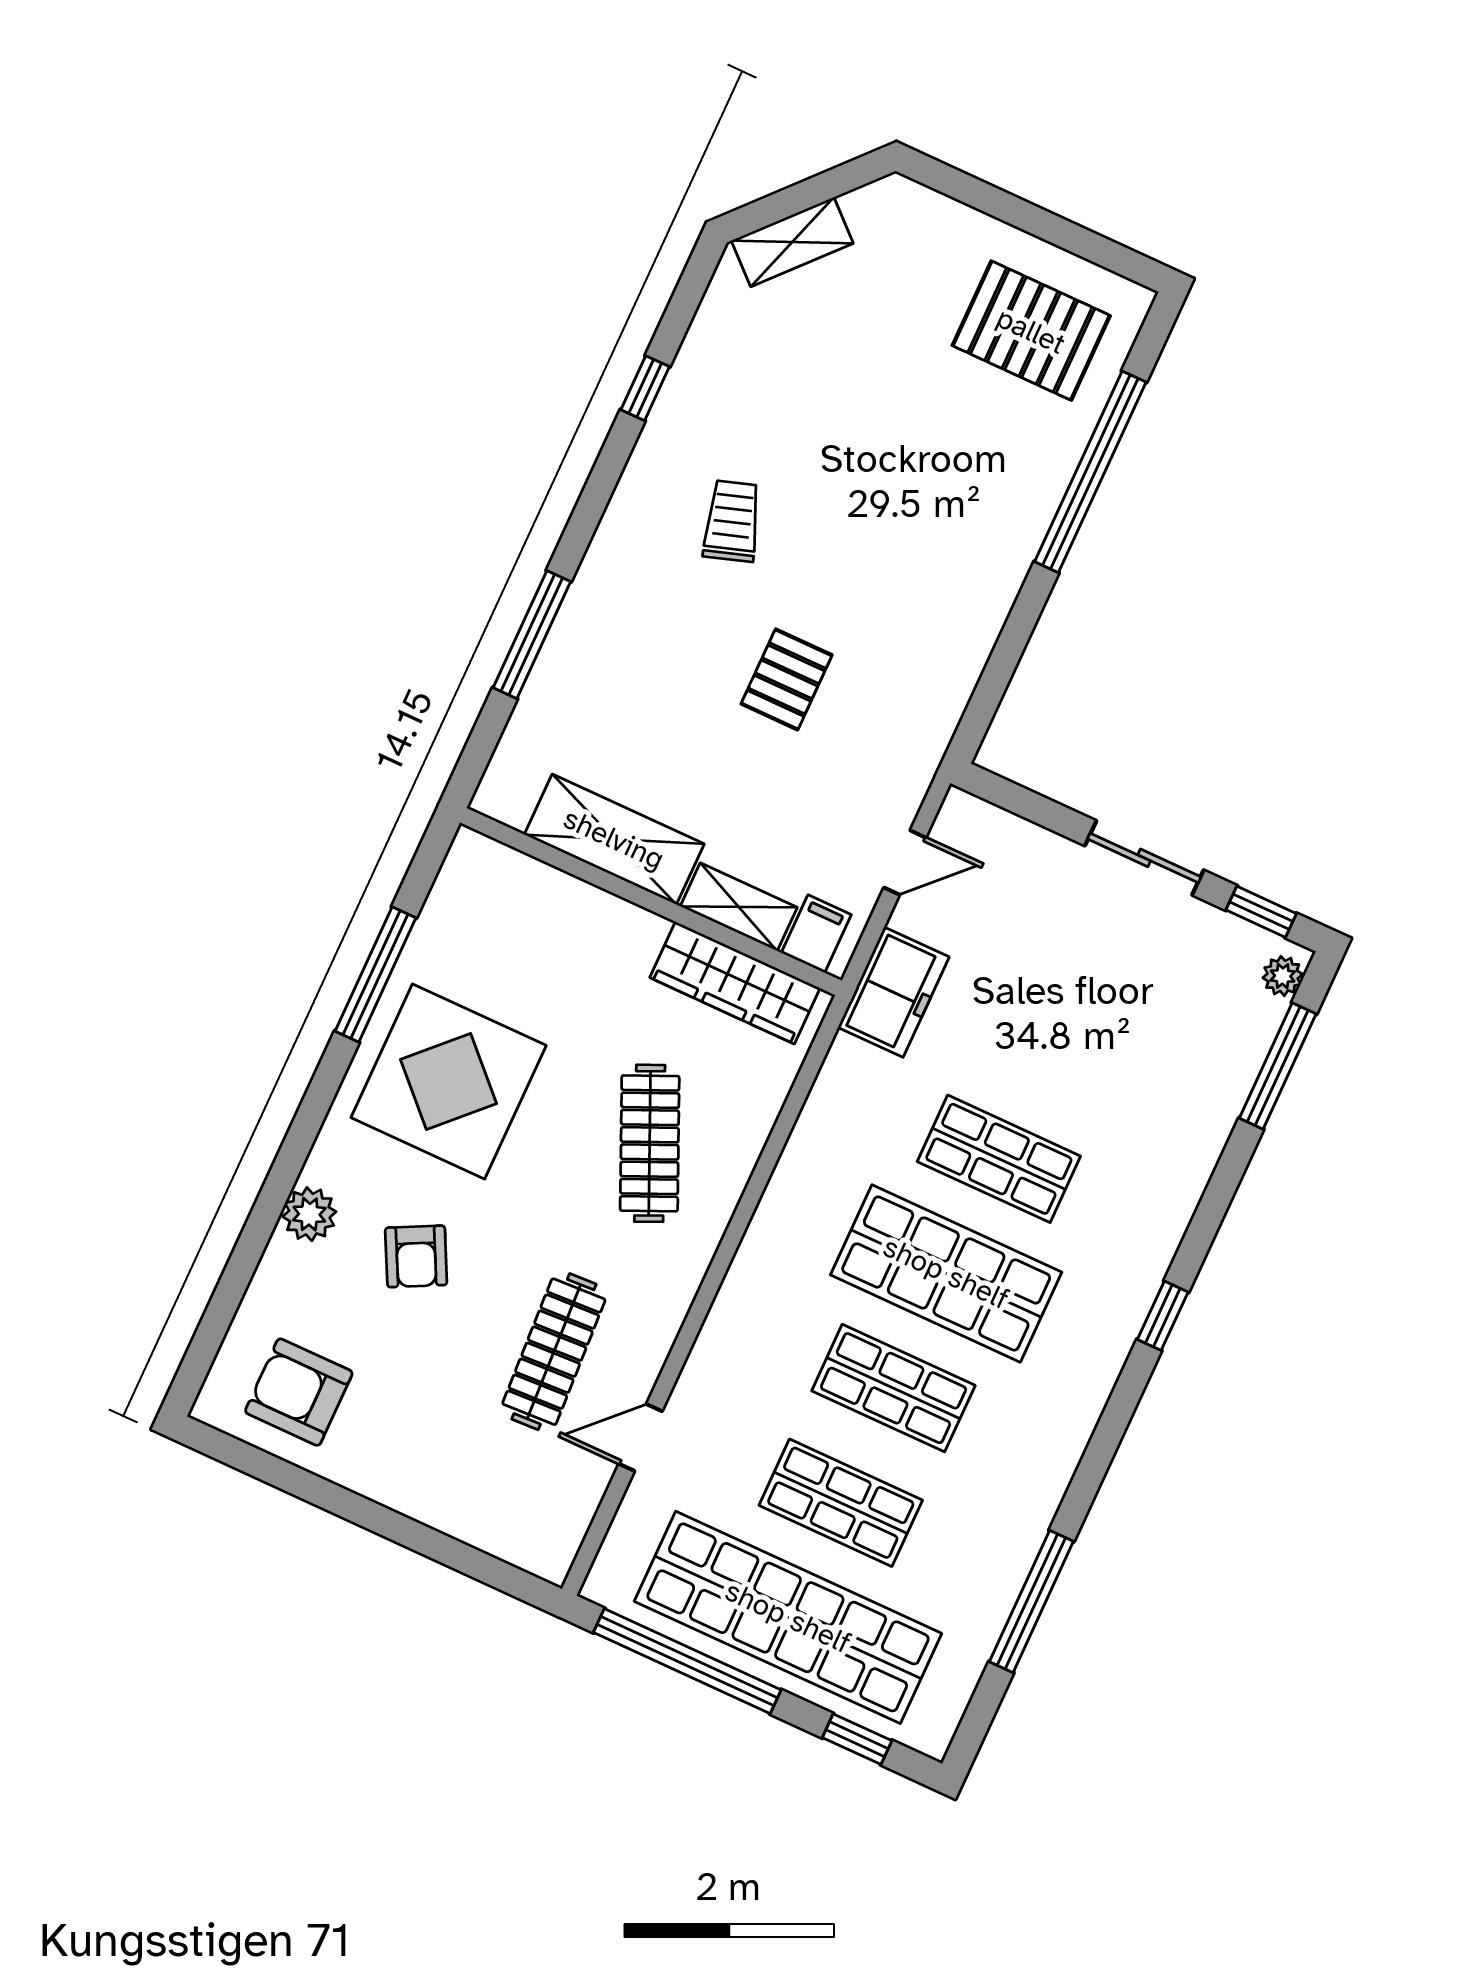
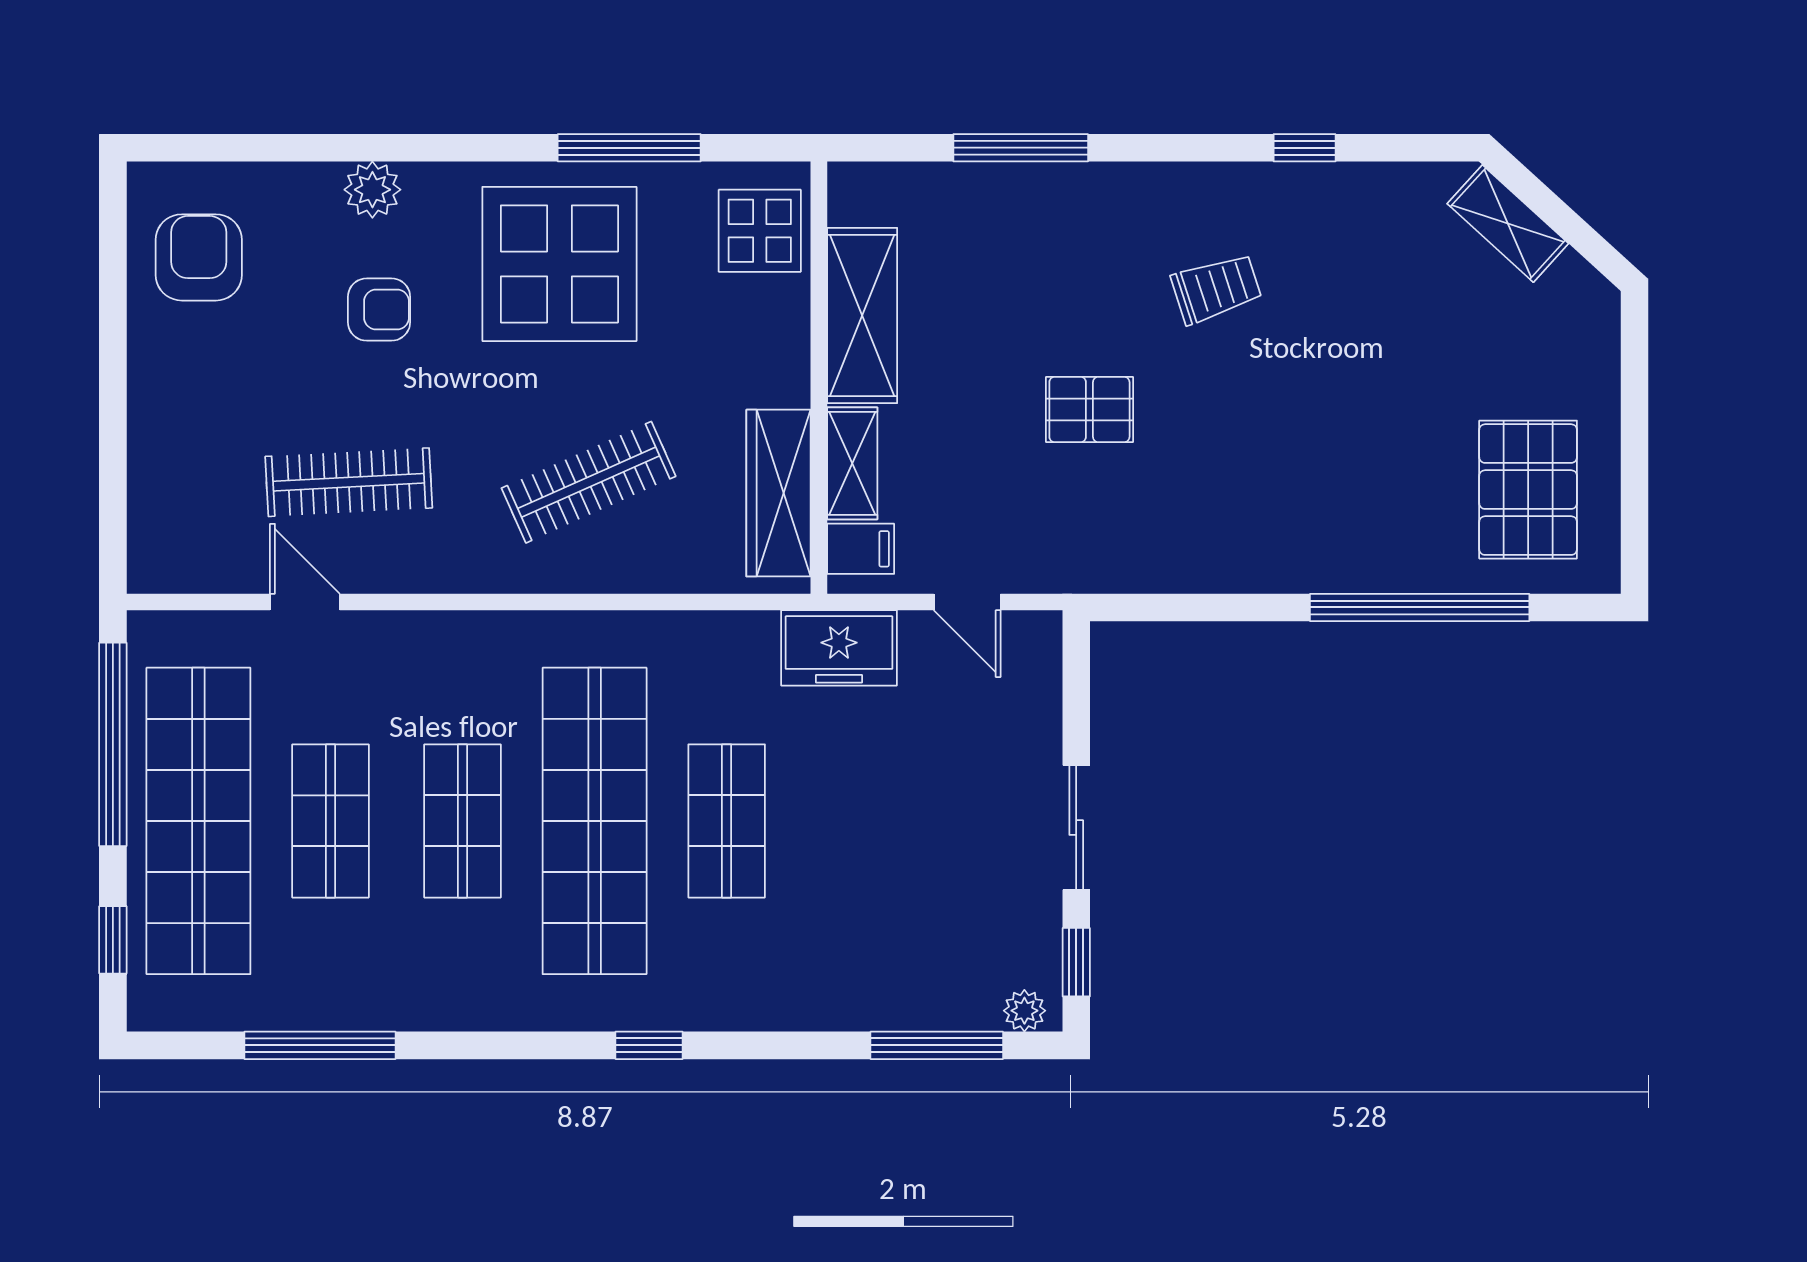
display table: (500, 894) -> (760, 231), added
armchair: (416, 1256) -> (379, 310), turned -153
shop shelf: (946, 1273) -> (595, 821), width x1.40

